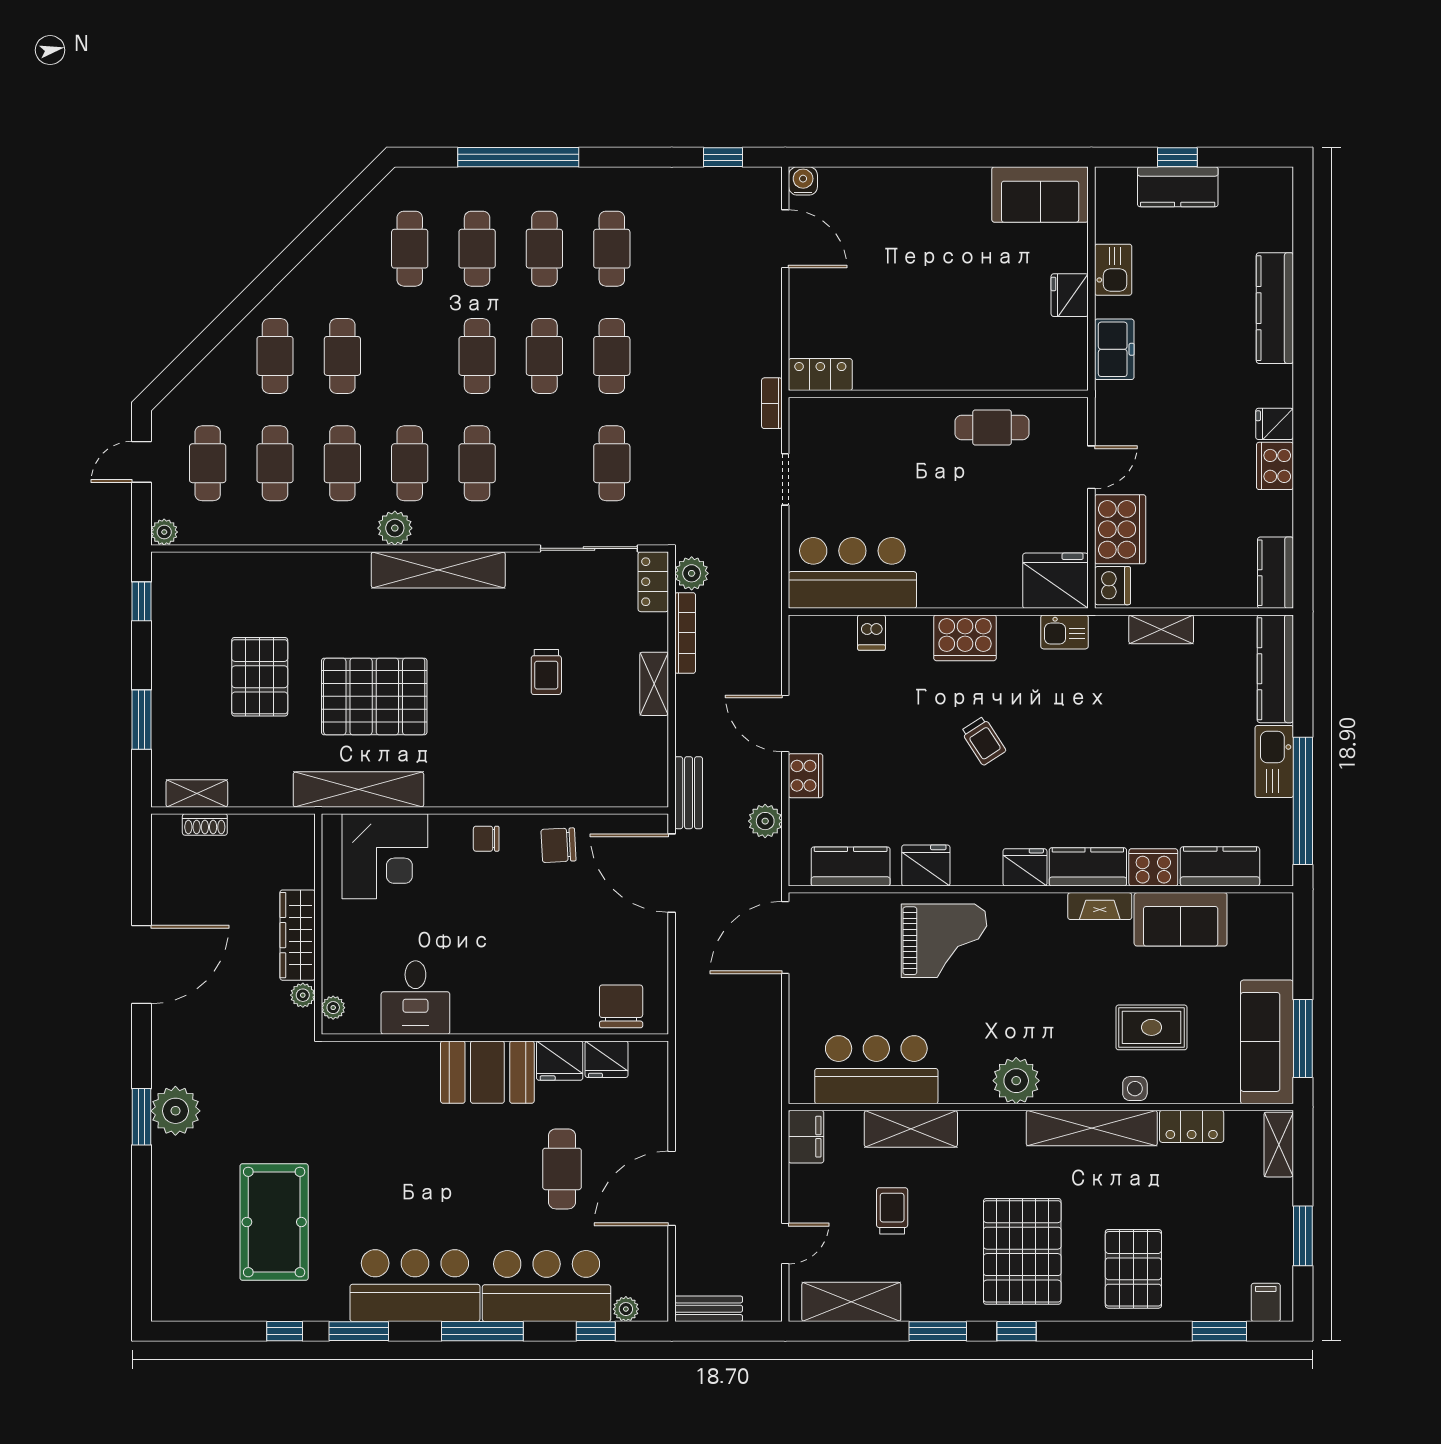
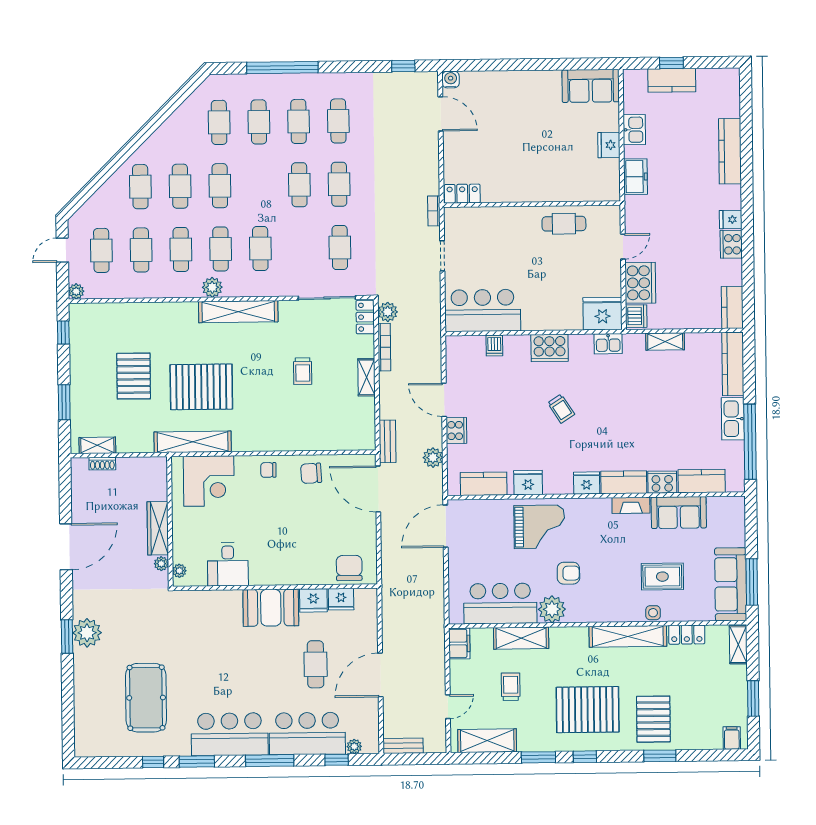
cafe table: (477, 356) -> (220, 186), moved
armchair: (992, 1020) -> (568, 573), added
plant: (1016, 1081) -> (552, 609), moved
pallet: (1022, 1251) -> (588, 710), turned 90
window: (1219, 1331) -> (660, 756), moved

